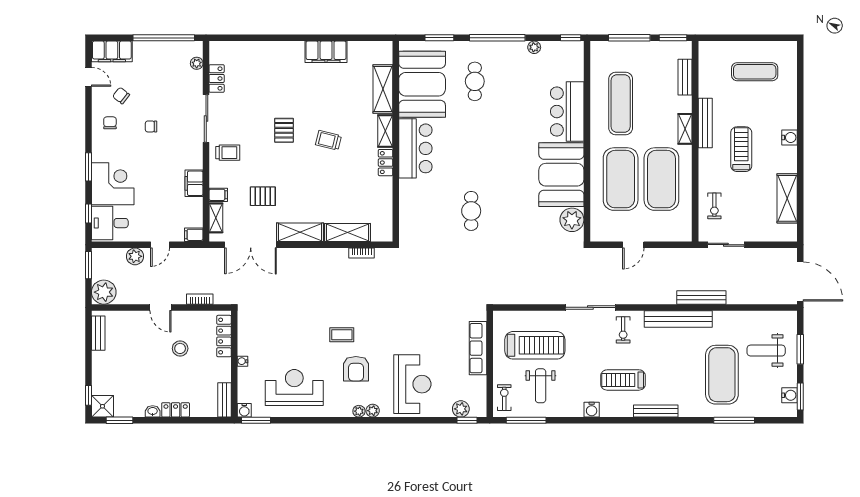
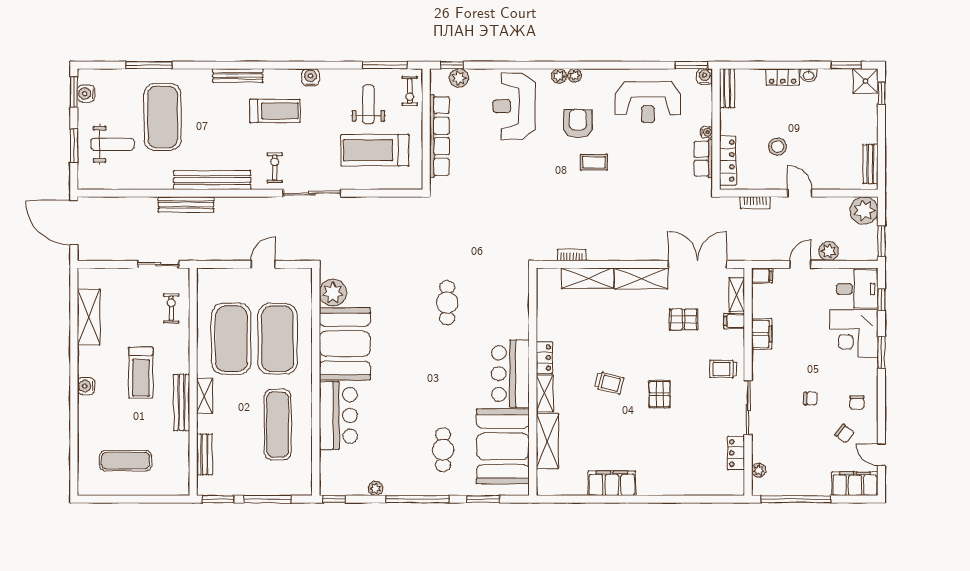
row of seats: (245, 338) -> (703, 159), added
row of seats: (478, 348) -> (439, 136), width x1.36

